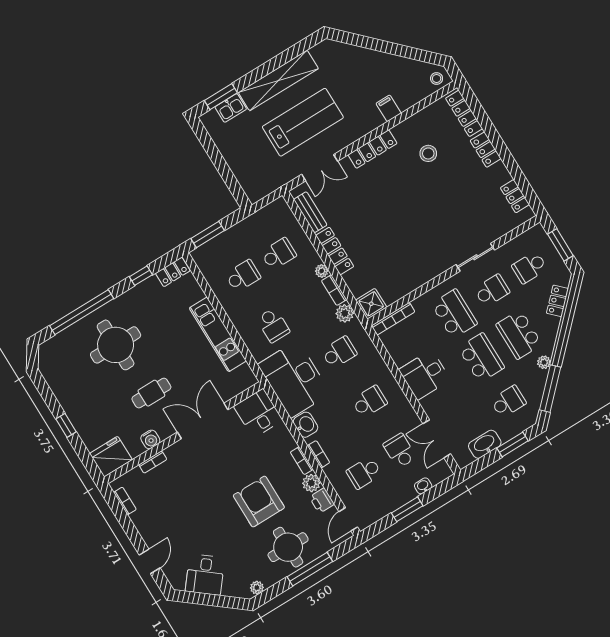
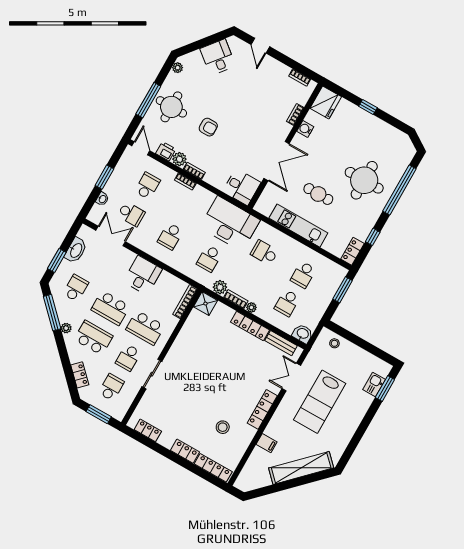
stool: (437, 79) -> (334, 343), moved
shelving: (278, 80) -> (301, 468), moved, turned 45
cafe table: (151, 393) -> (318, 194), moved, turned 90
school desk: (508, 402) -> (76, 288), turned 180
washbasin: (305, 425) -> (303, 334), moved, turned 180
armchair: (259, 502) -> (208, 127), width x0.53, depth x0.53

